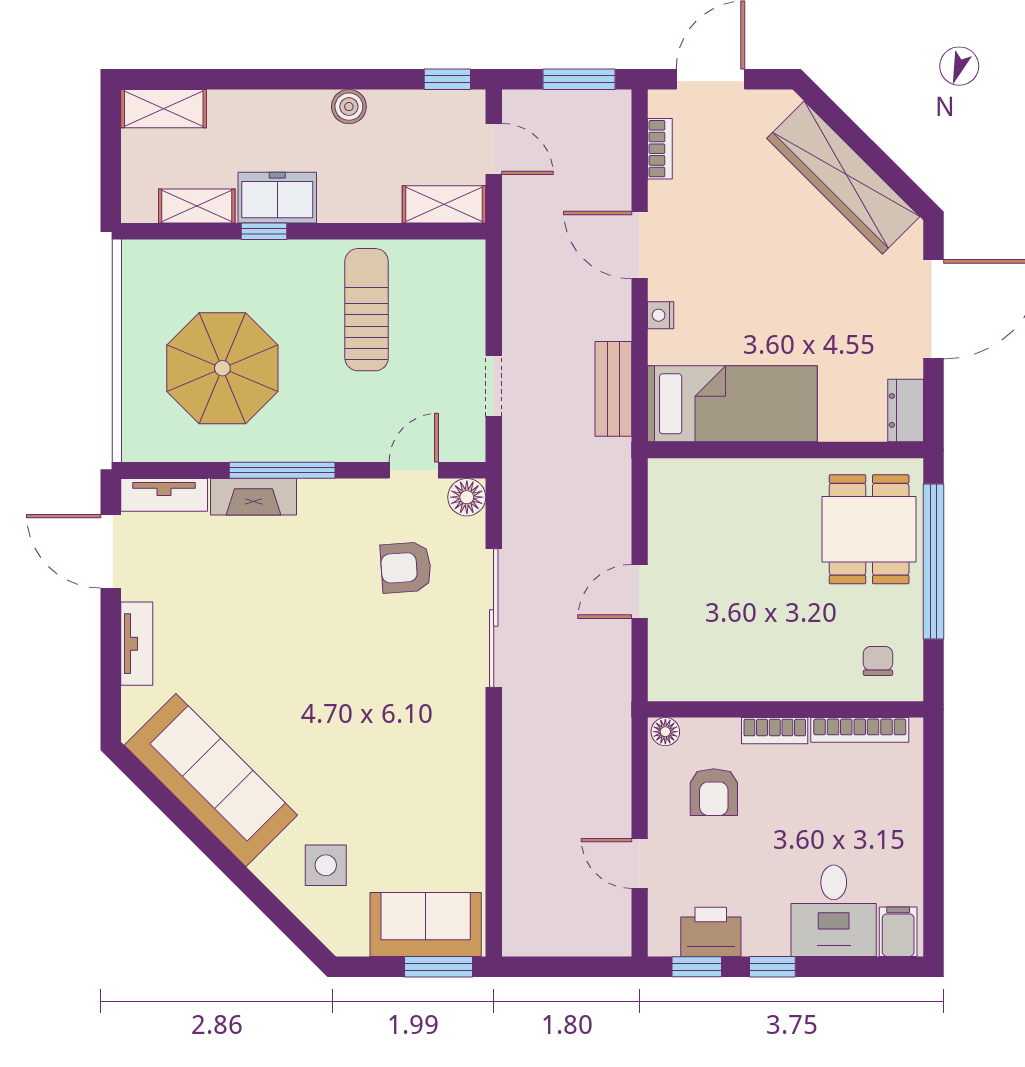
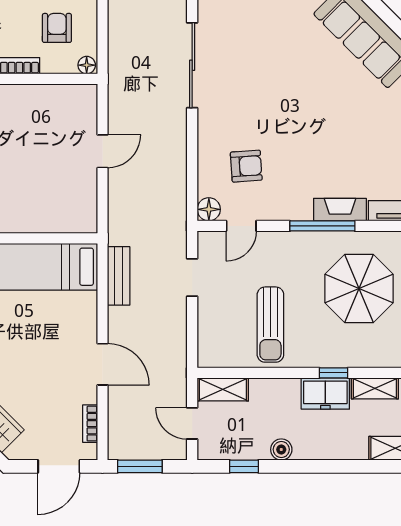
window: (447, 79) -> (244, 466), moved
nightstand: (661, 315) -> (90, 321), removed
sliding door: (494, 618) -> (192, 65), moved

